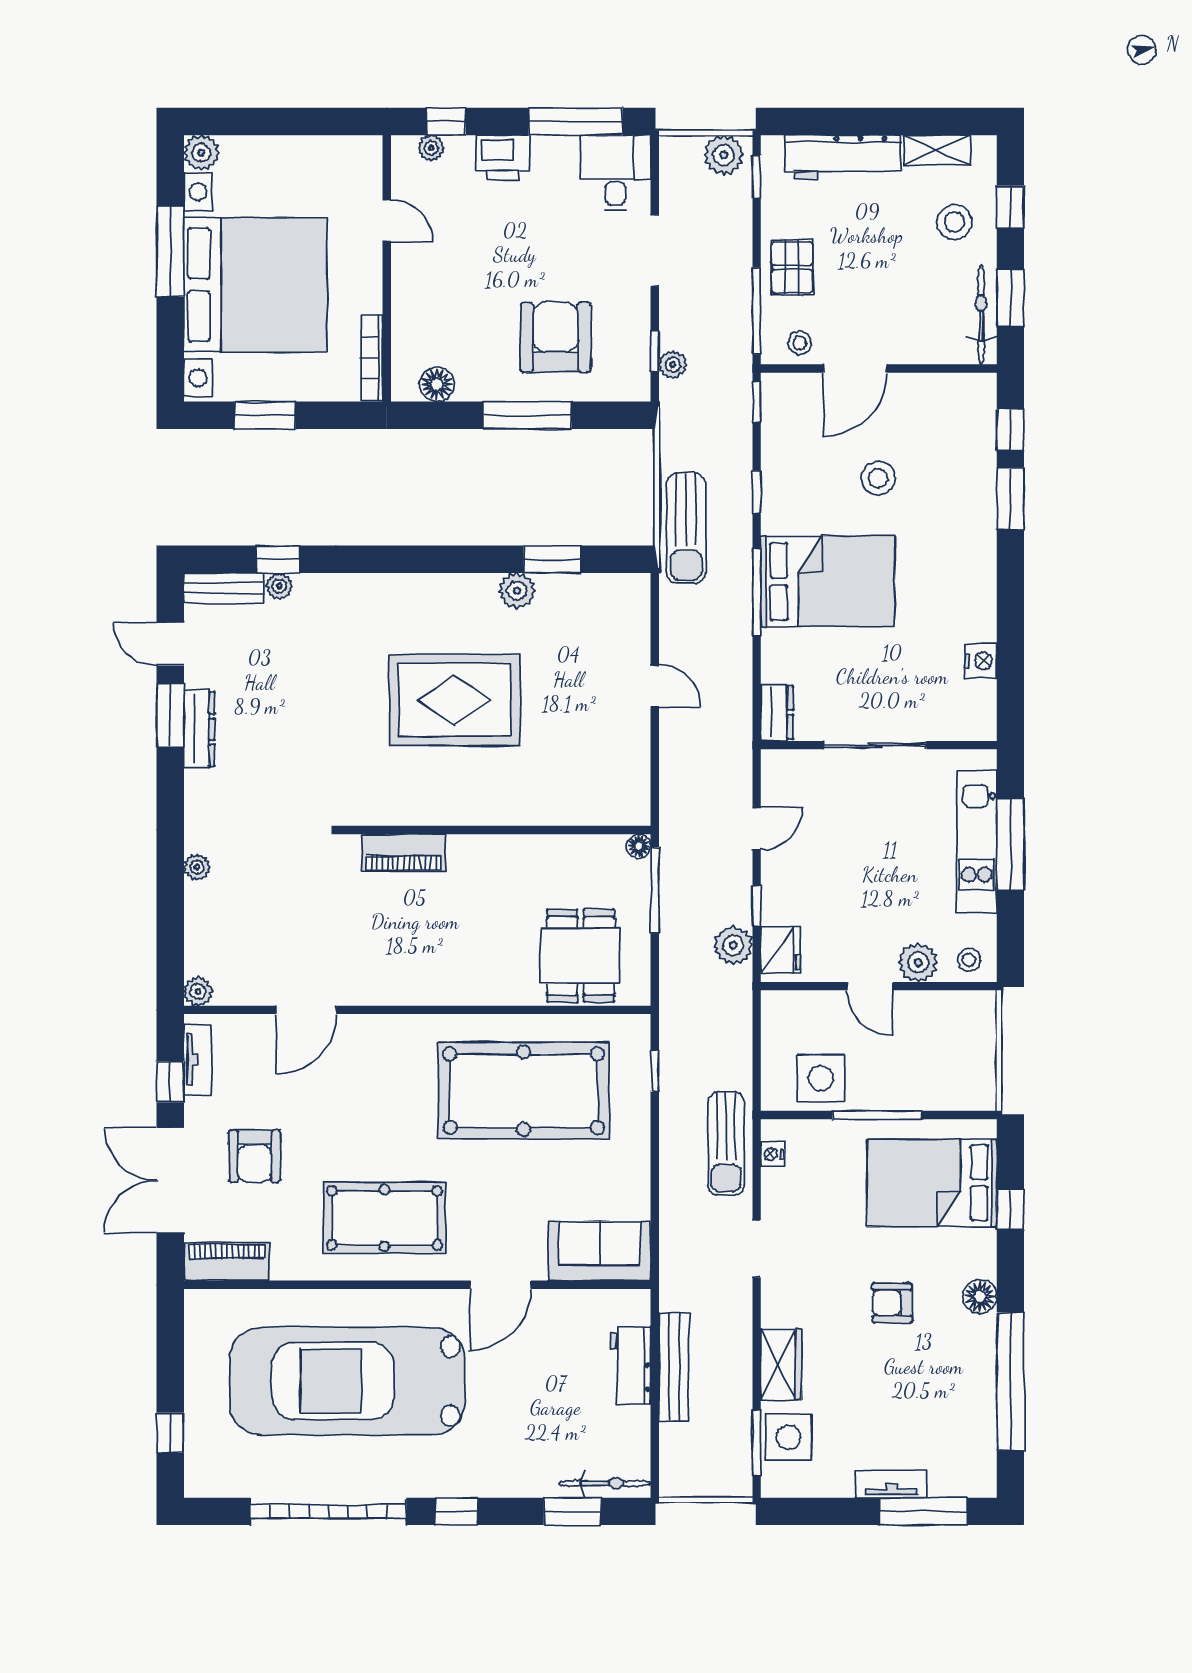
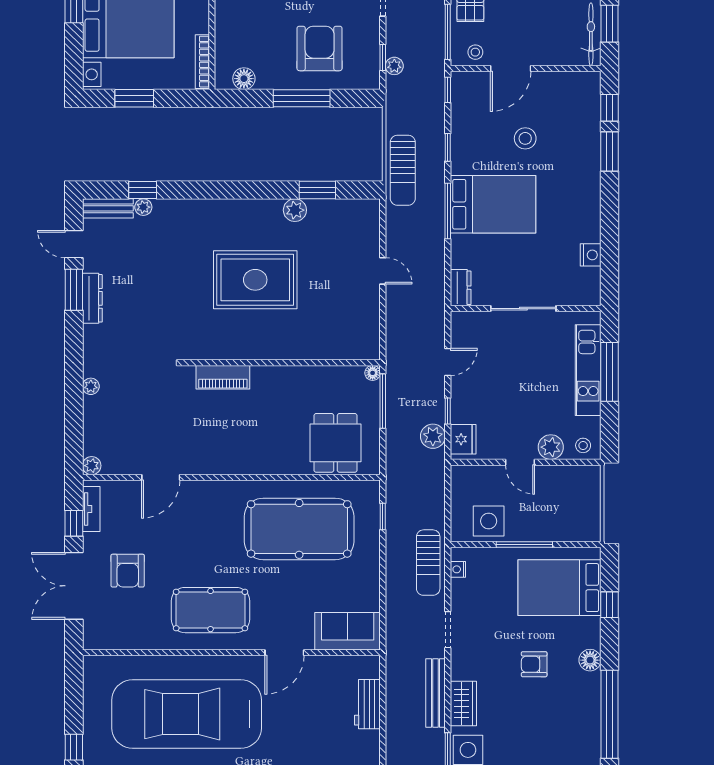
piano: (227, 1262) -> (110, 638), removed
bench: (674, 1367) -> (435, 693), moved

